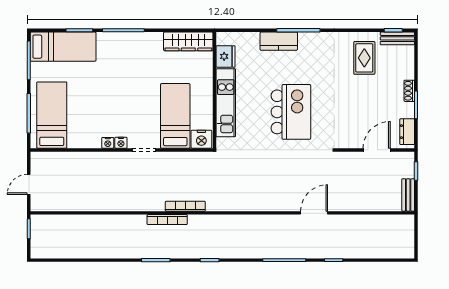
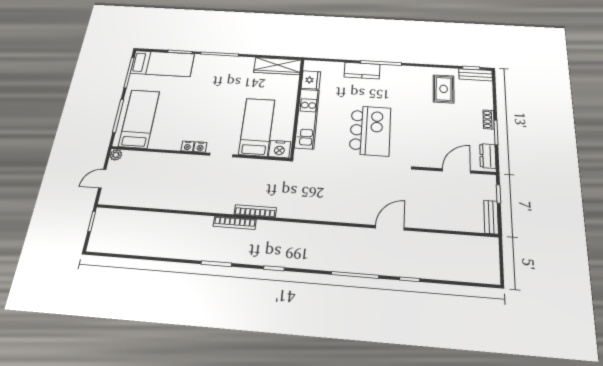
plant: (37, 158) -> (116, 155), added

